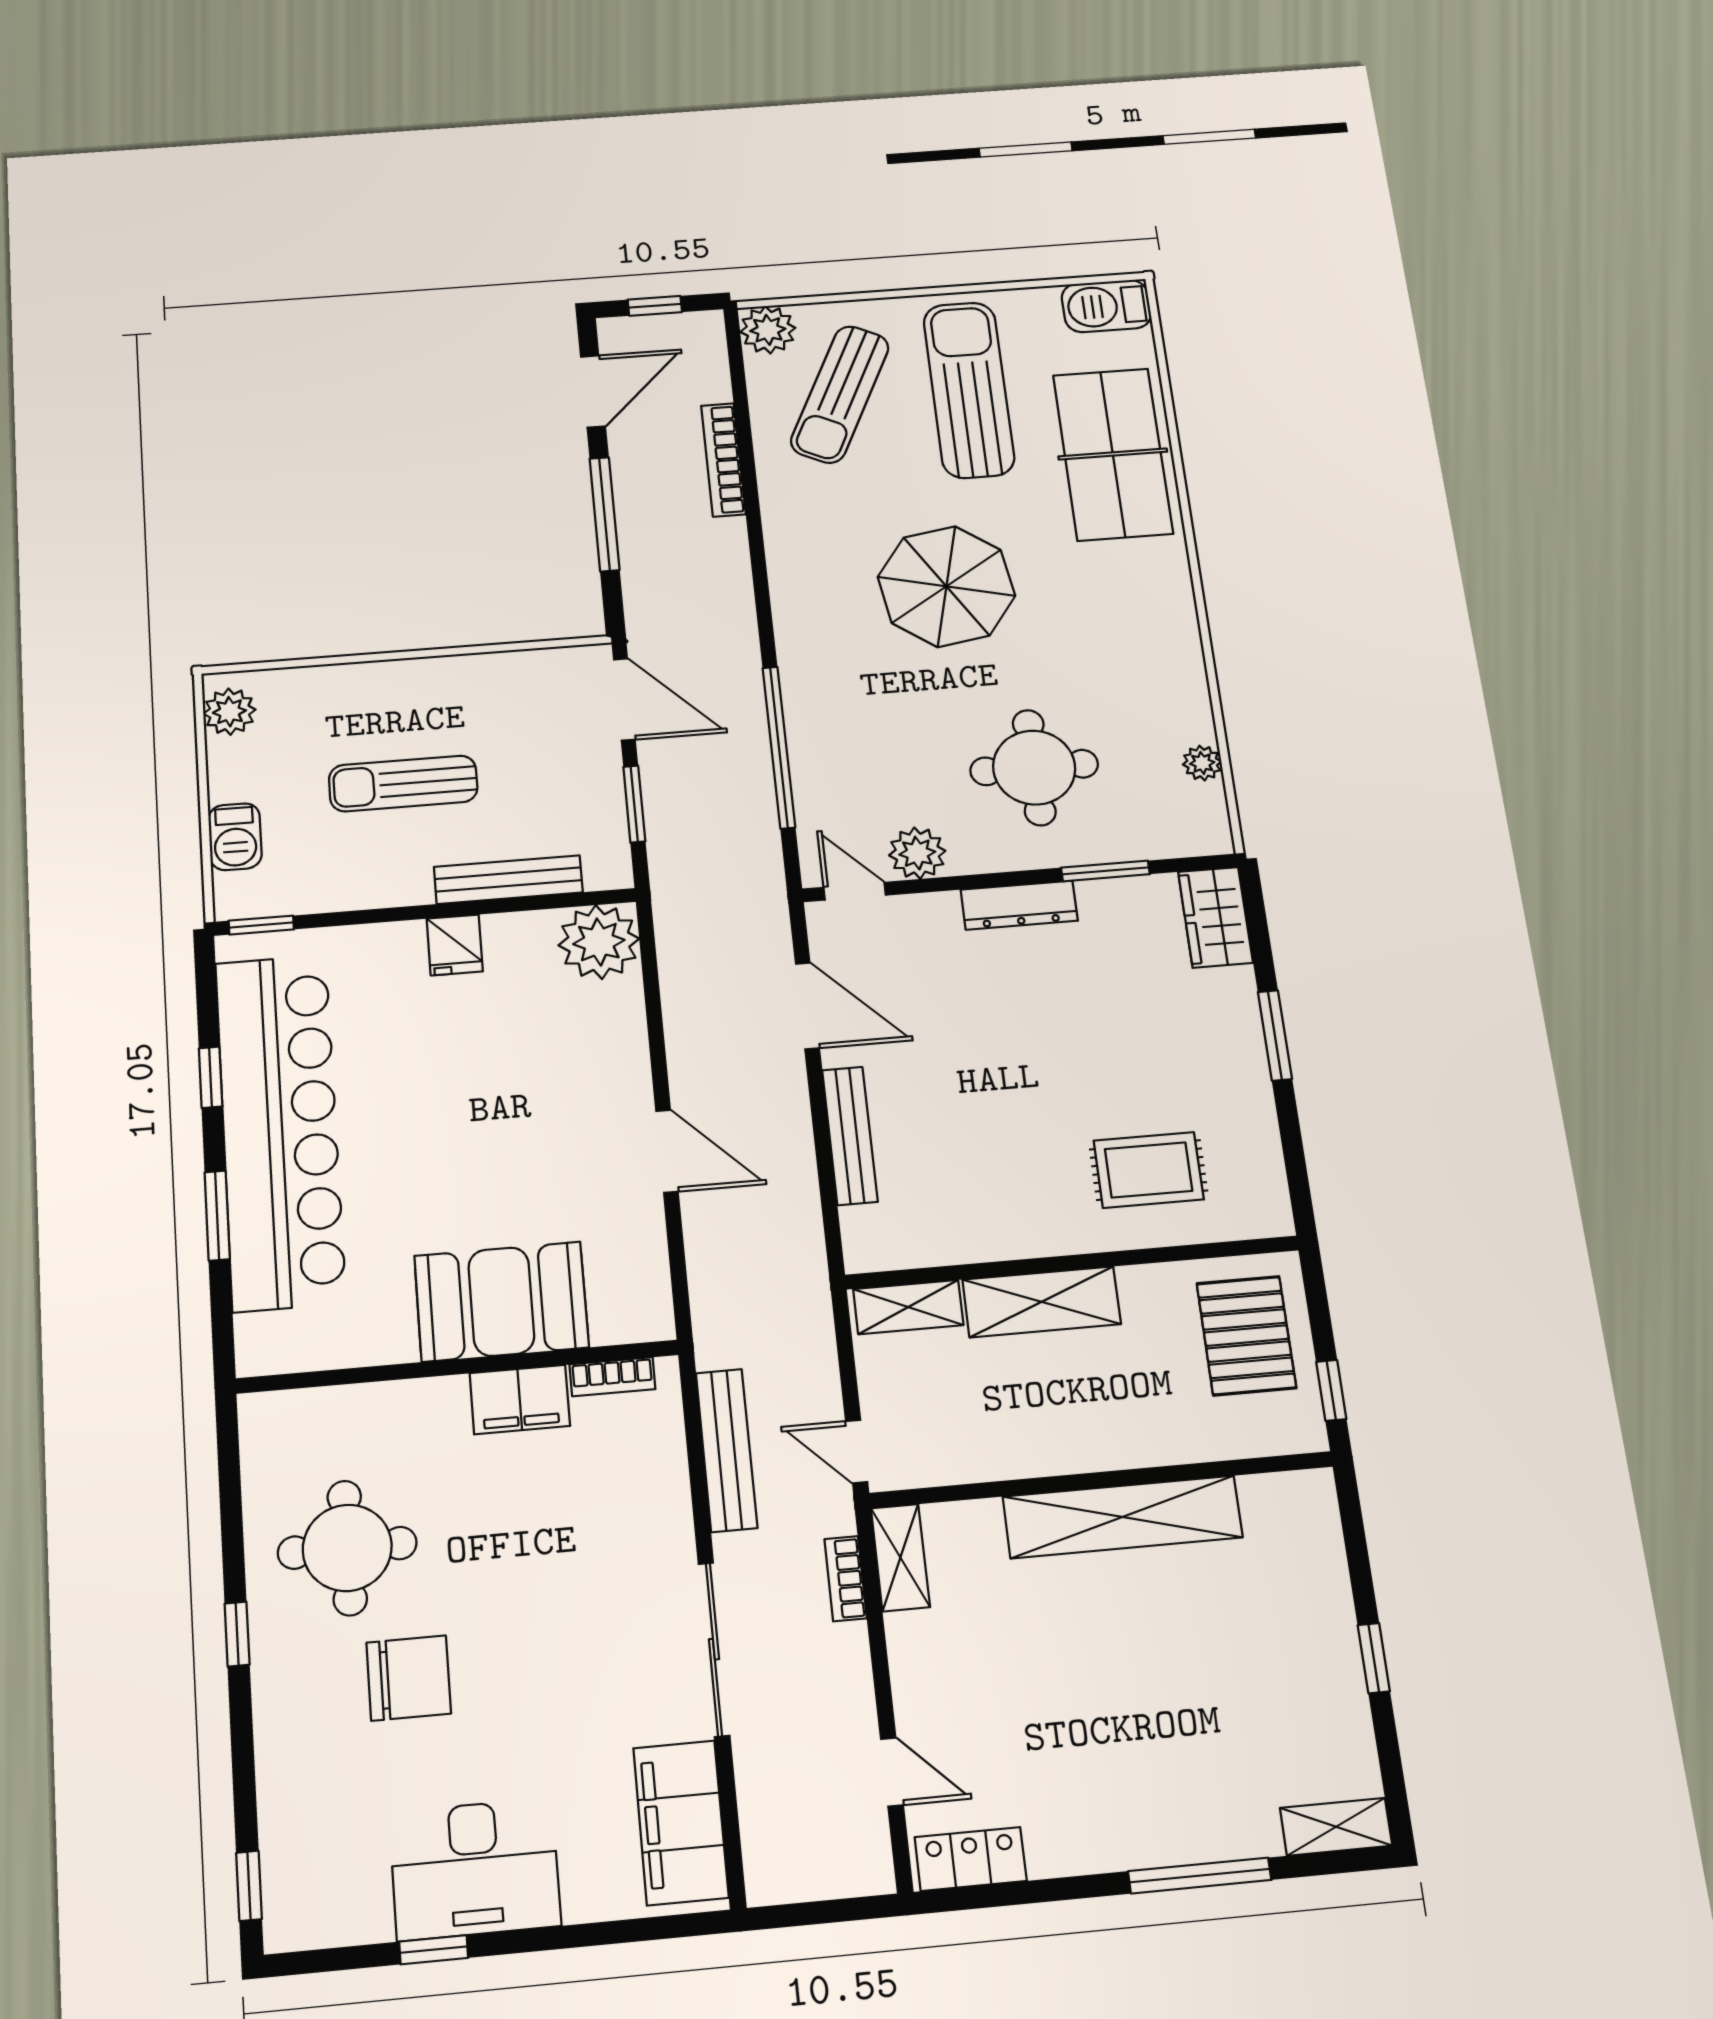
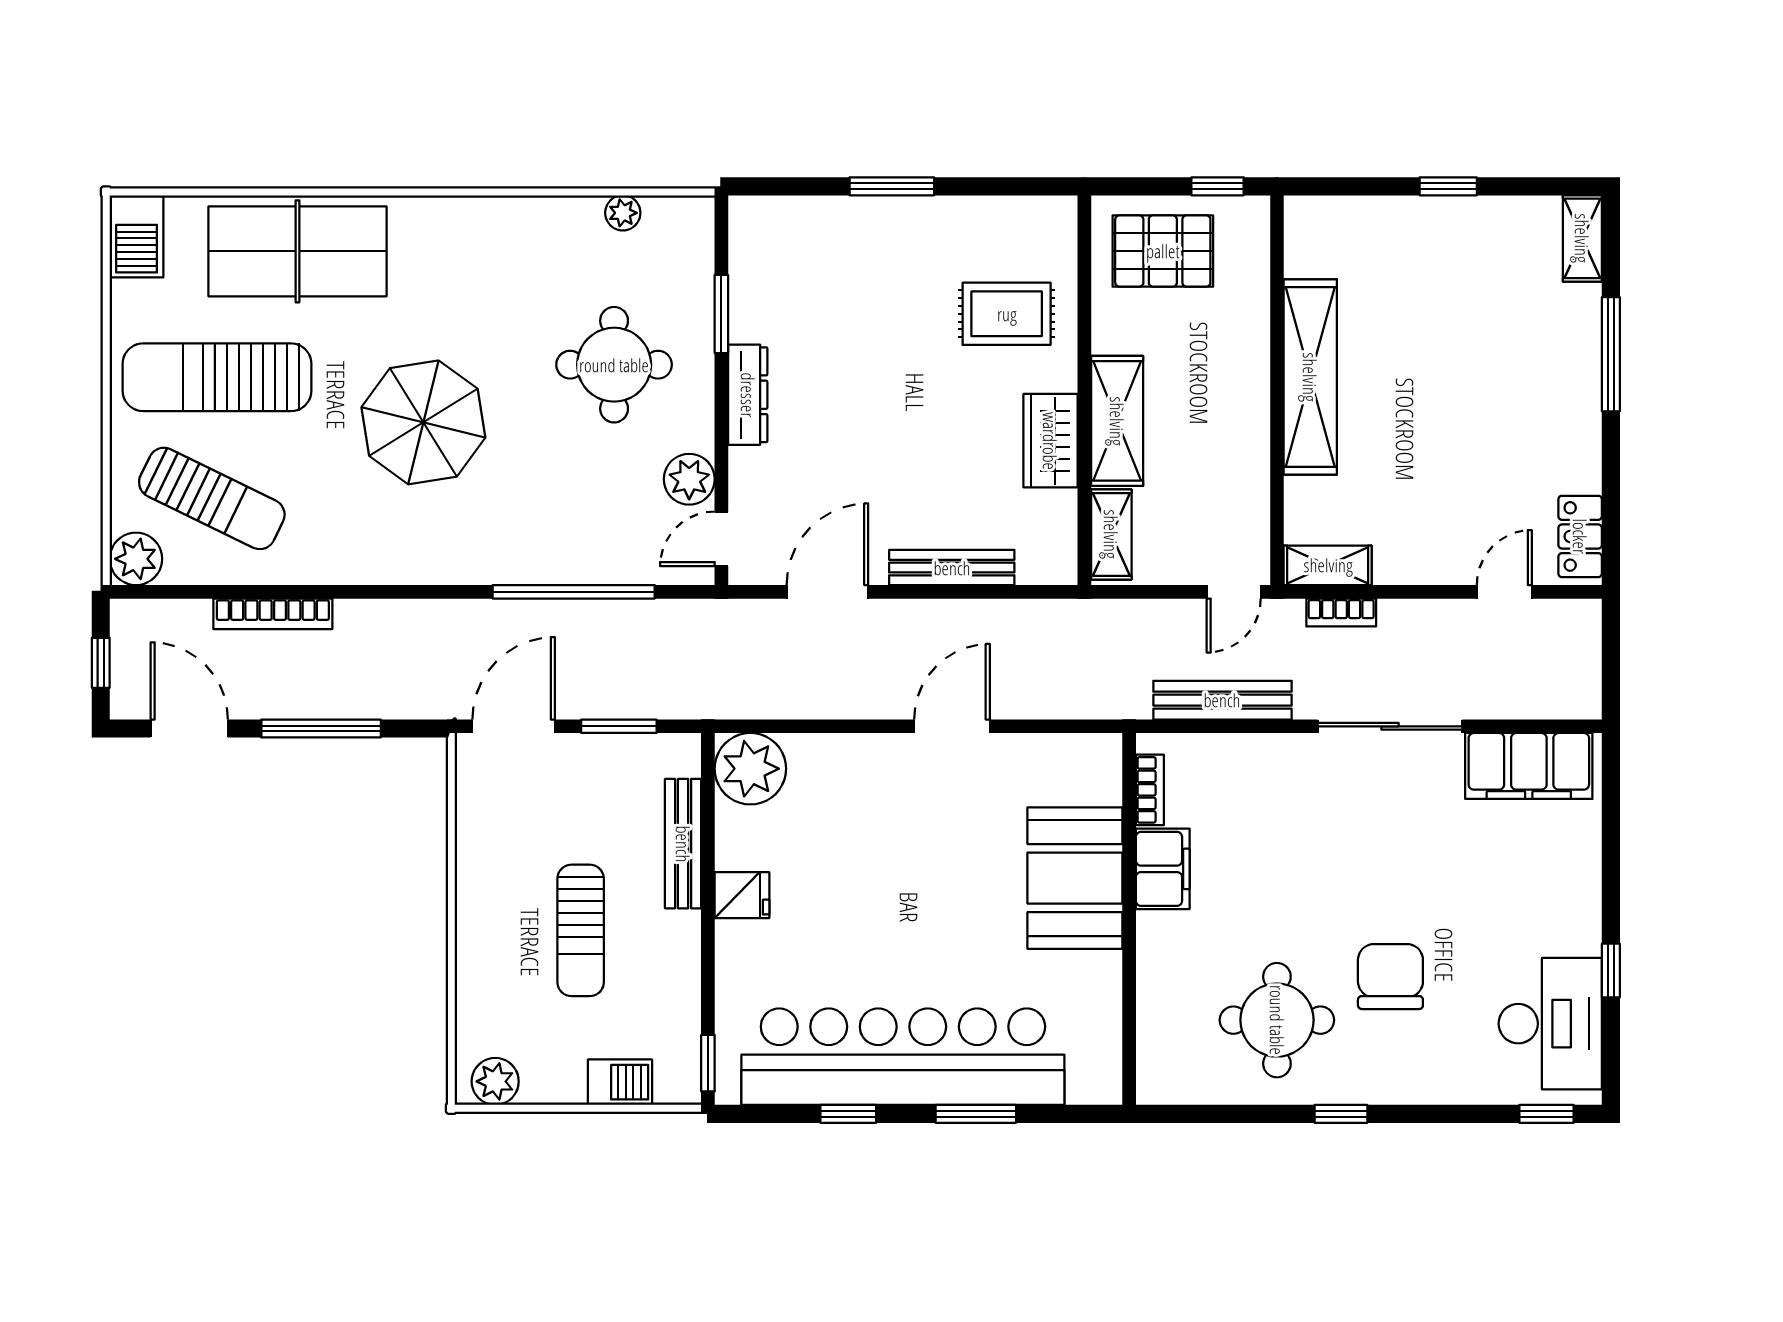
wardrobe: (1215, 917) -> (1050, 441), moved, turned 90
rug: (1149, 1170) -> (1007, 314), turned 90
desk: (475, 1869) -> (1550, 1024), moved

